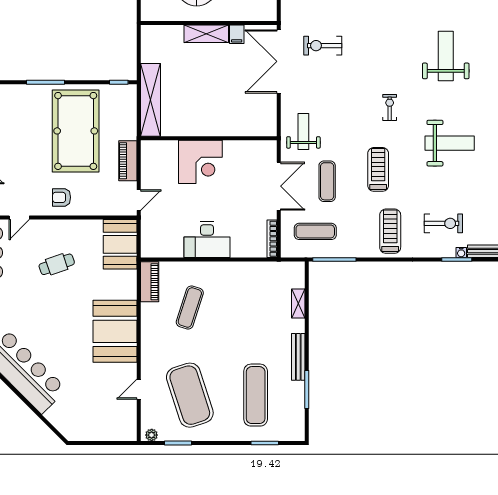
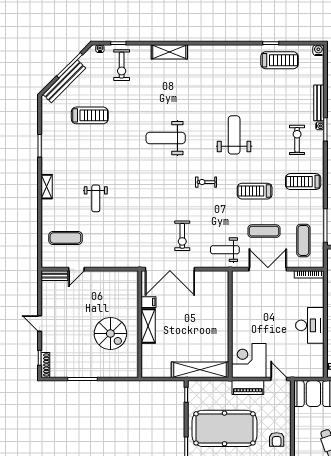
exercise bike: (323, 46) -> (182, 236), moved
corner desk: (200, 162) -> (249, 360), moved, turned -90

